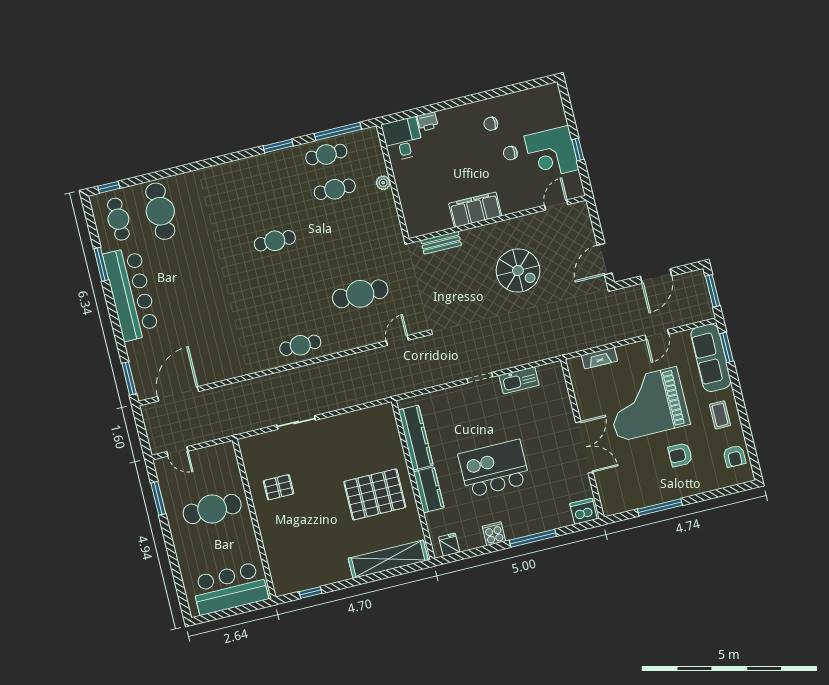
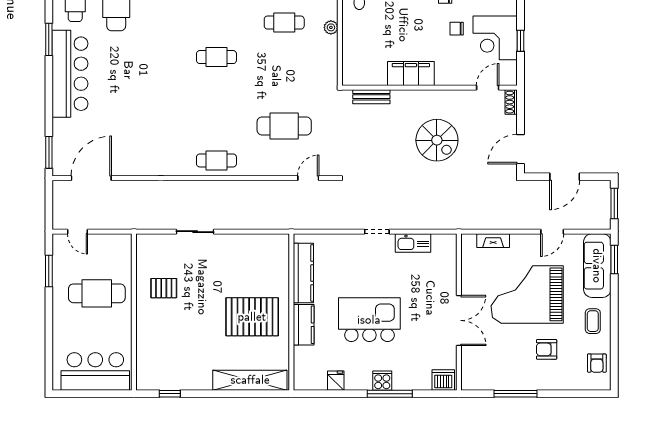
shoe rack: (583, 214) -> (511, 102), added
cooker: (494, 534) -> (382, 381), moved
fridge: (449, 545) -> (336, 381), moved

